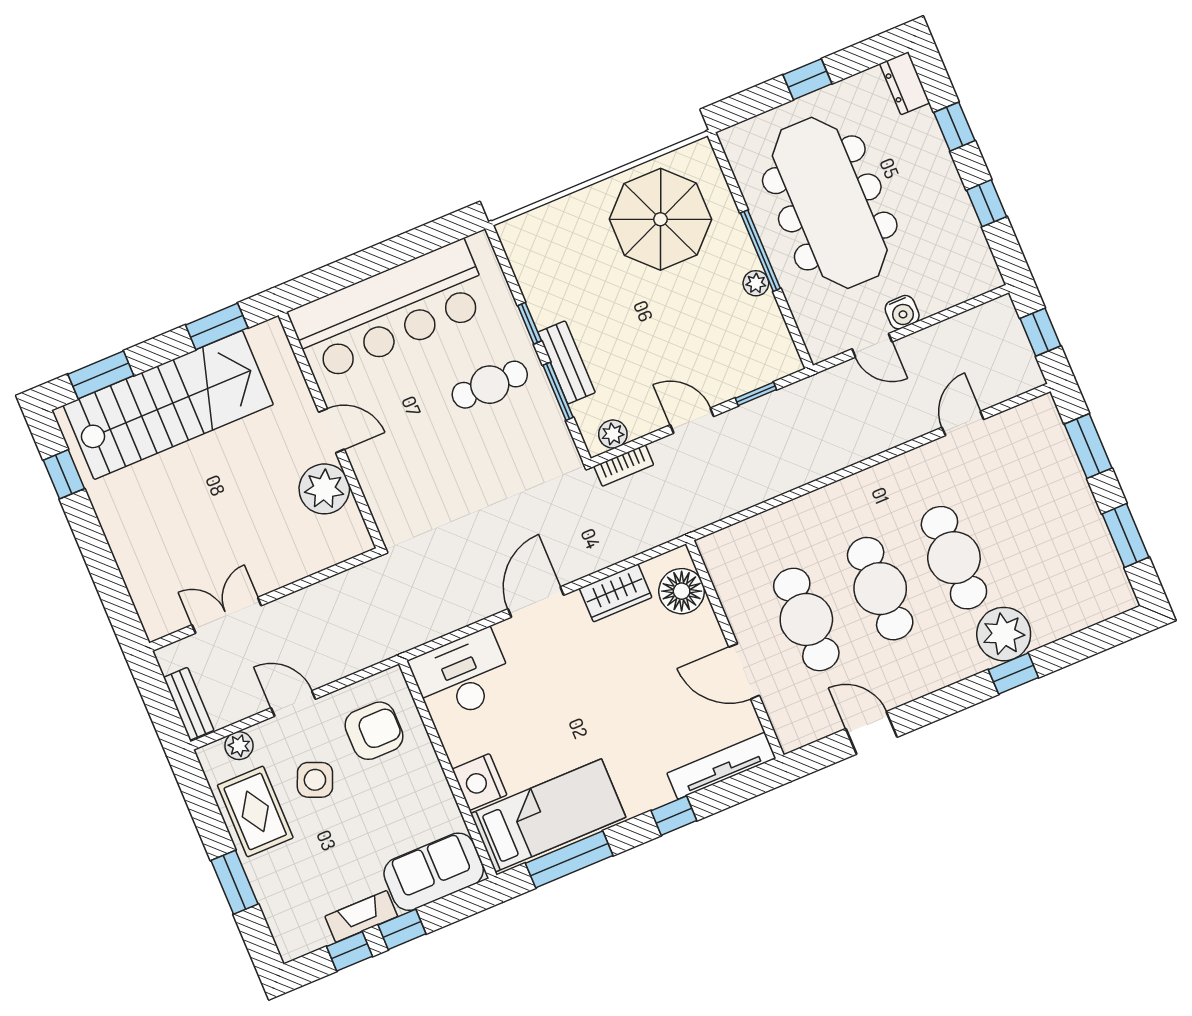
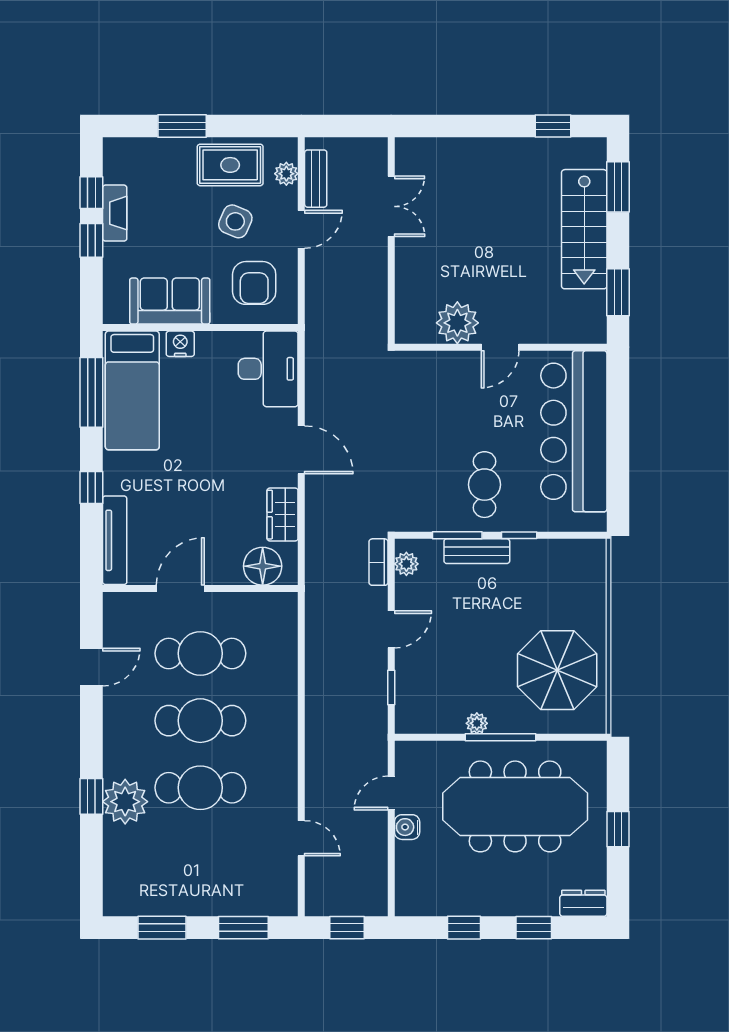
stairs: (168, 405) -> (584, 229), width x0.73, depth x0.66
bench: (189, 704) -> (316, 179), moved, turned 90
nightstand: (479, 782) -> (180, 344), width x0.74, depth x0.75
sofa: (434, 872) -> (170, 301), moved, turned -90

